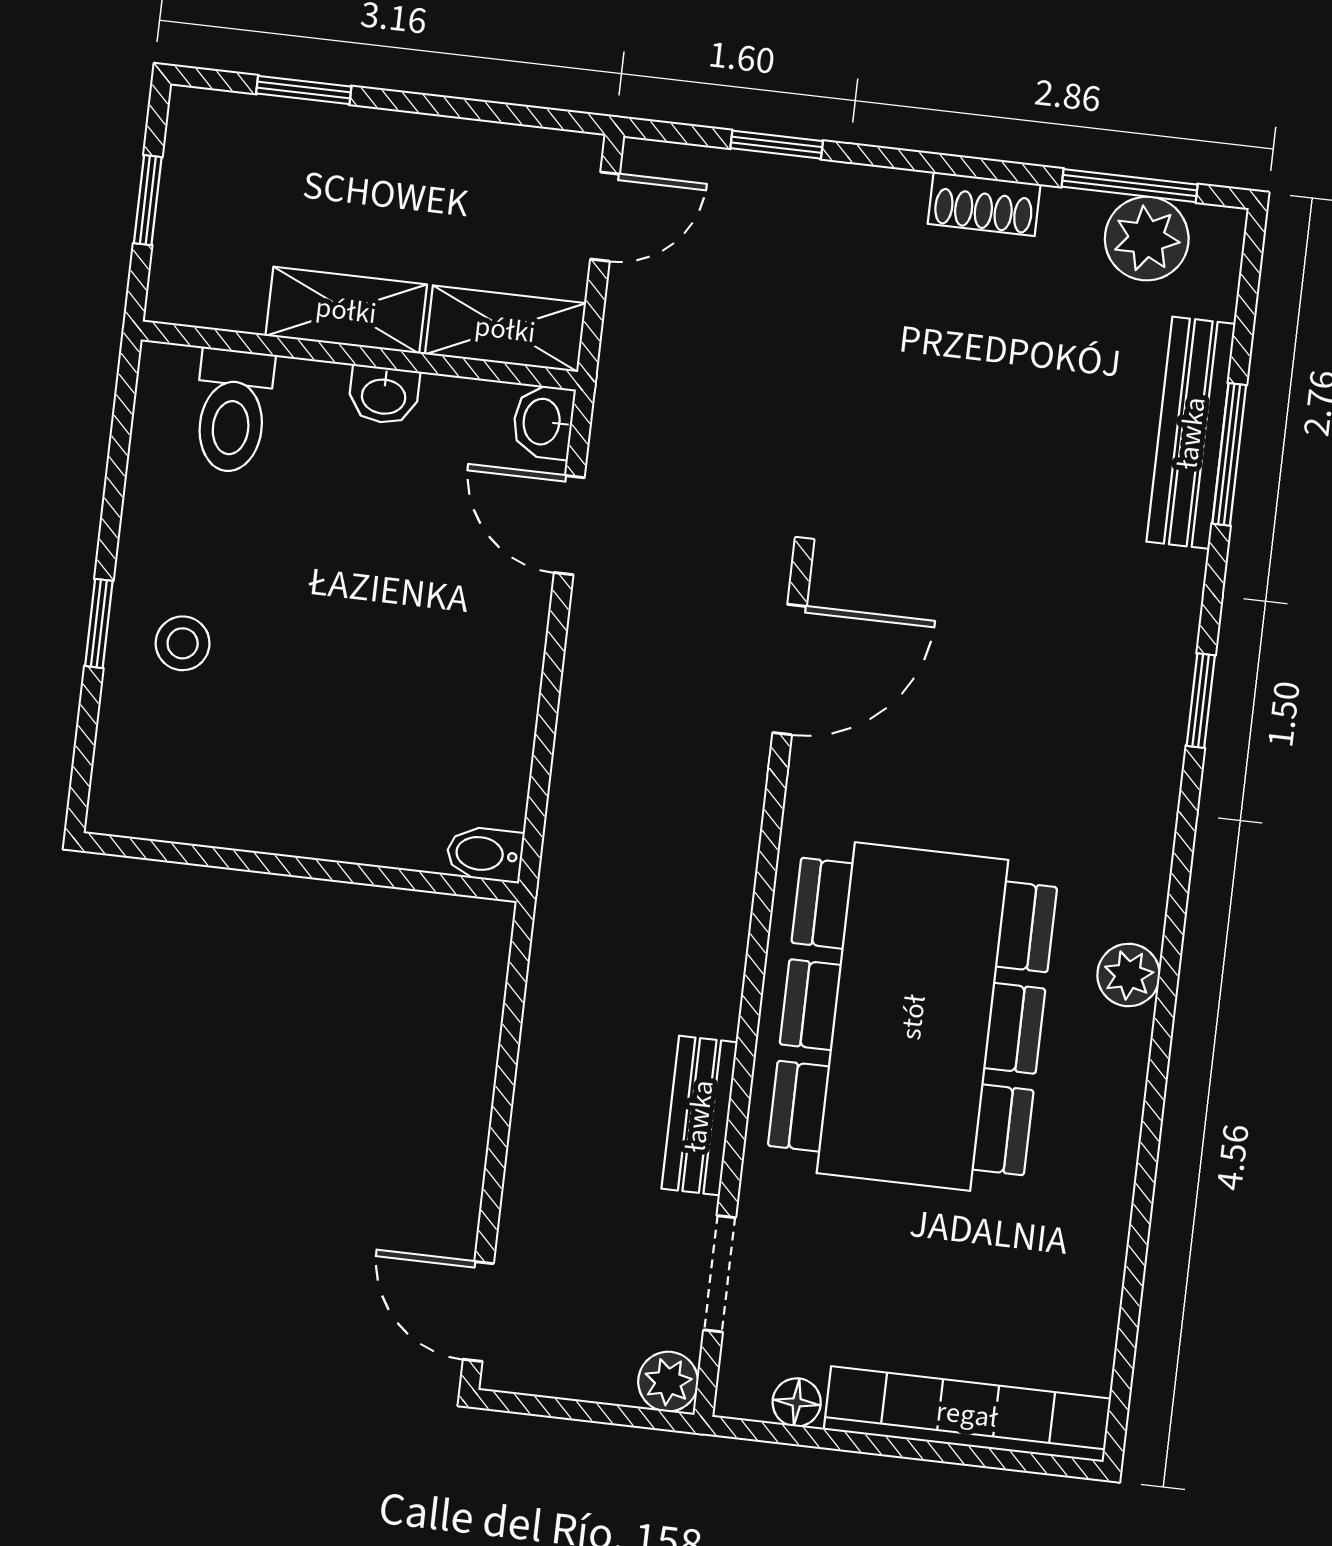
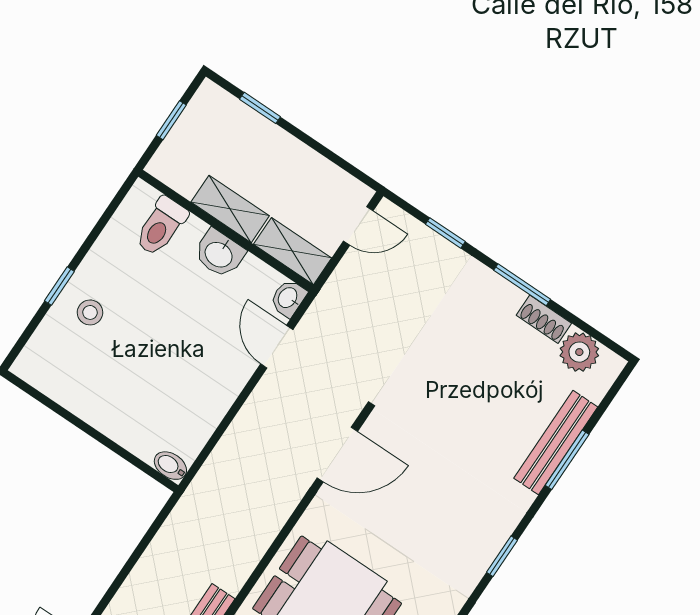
window: (1130, 186) -> (522, 285), moved
shoe rack: (984, 204) -> (544, 319), moved
washbasin: (384, 395) -> (219, 254), width x1.38, depth x1.45

